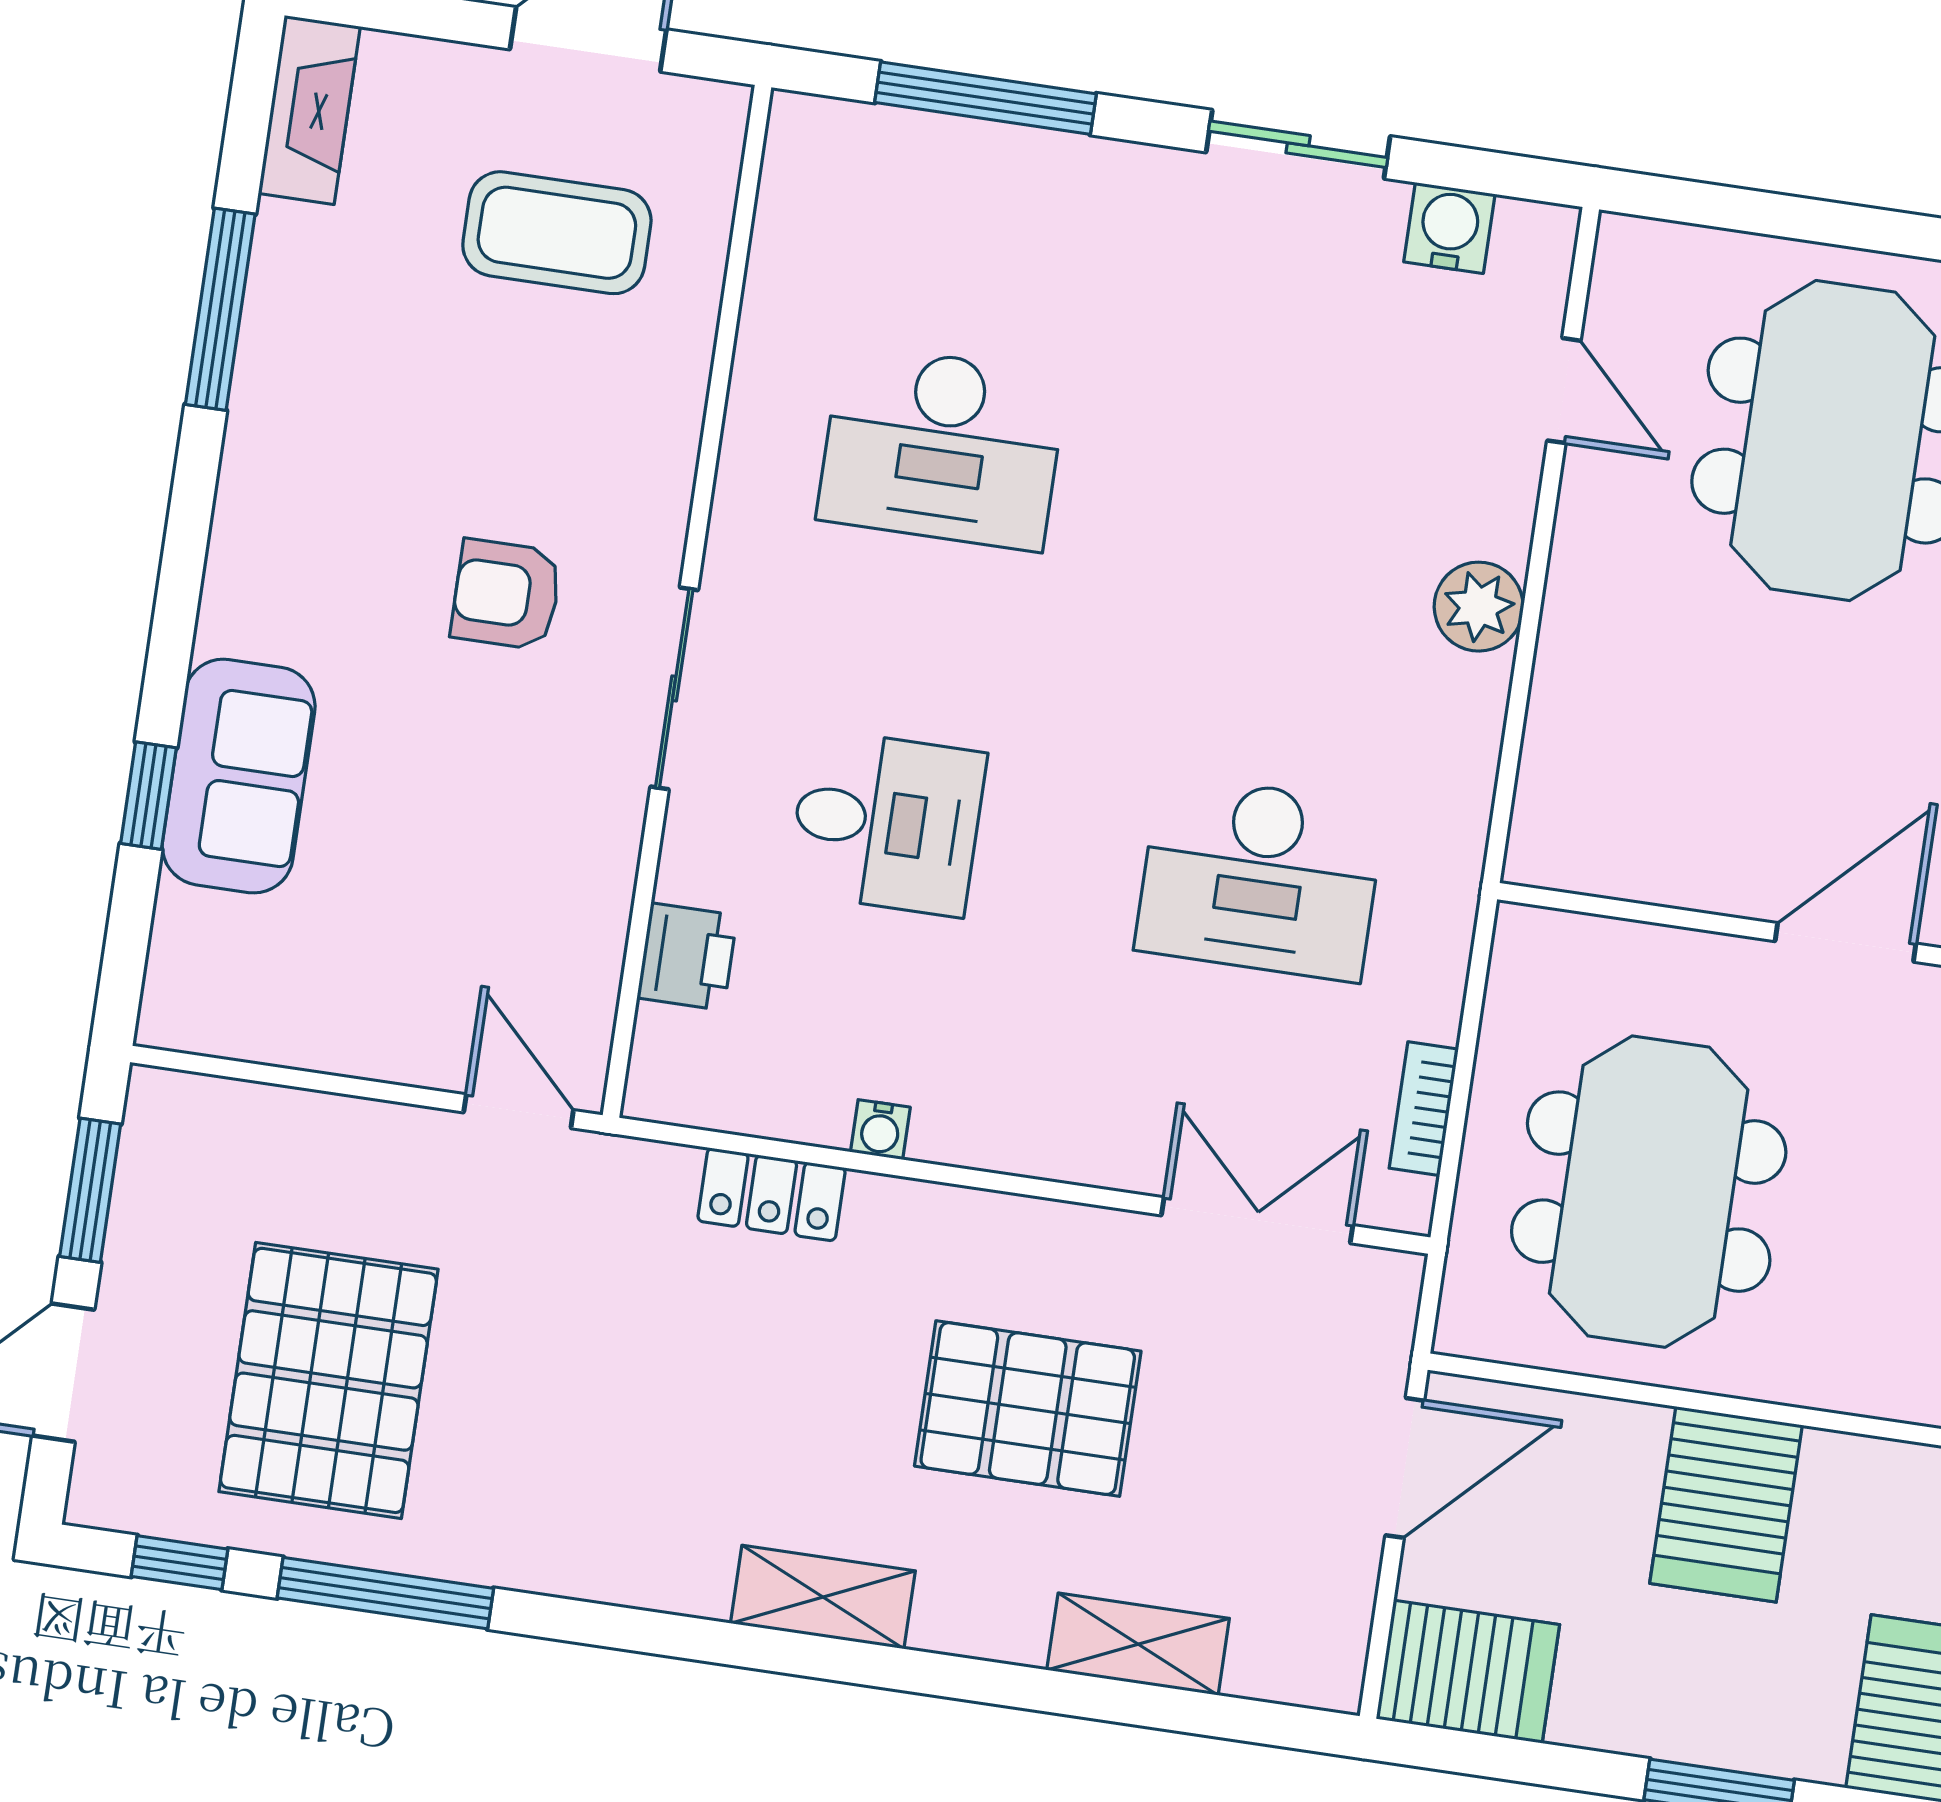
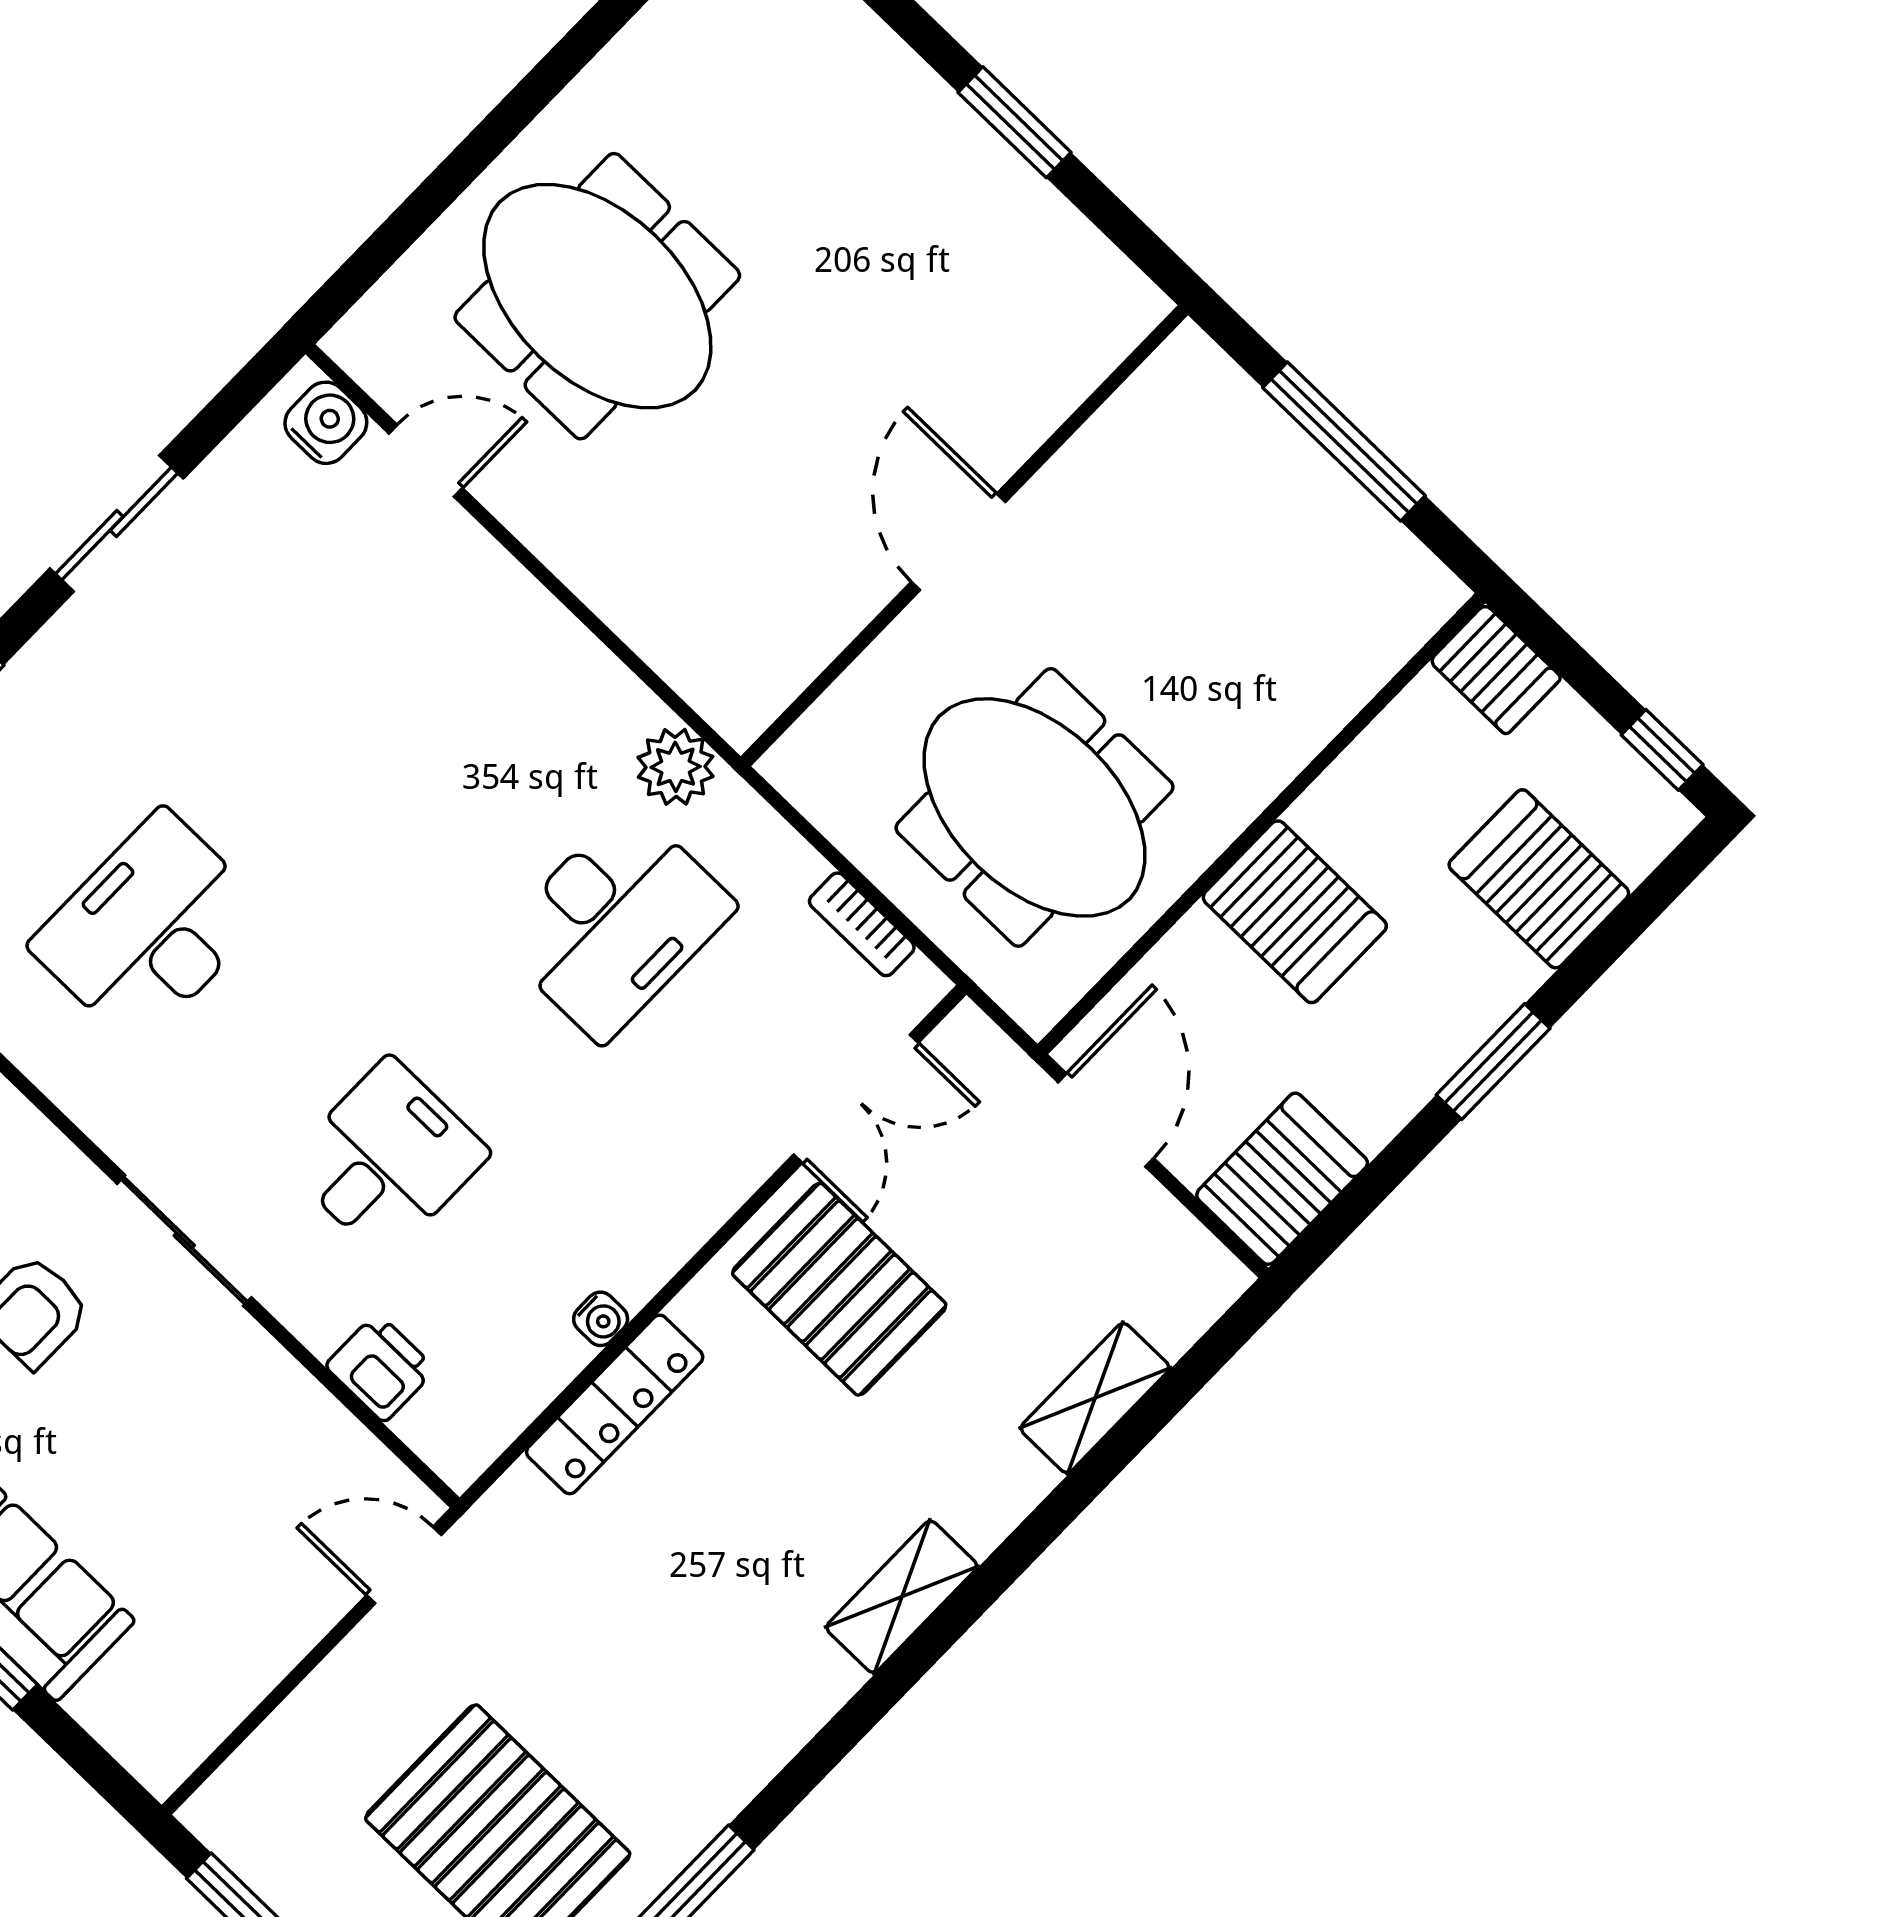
water cooler: (1449, 228) -> (326, 423), moved, turned 90
desk: (942, 447) -> (150, 929), turned 180
plant: (1479, 607) -> (676, 767), moved
locker: (772, 1194) -> (615, 1404), width x1.53
double door: (1257, 1220) -> (856, 1099), swing flipped
pallet: (1028, 1409) -> (839, 1289), moved, turned 90

